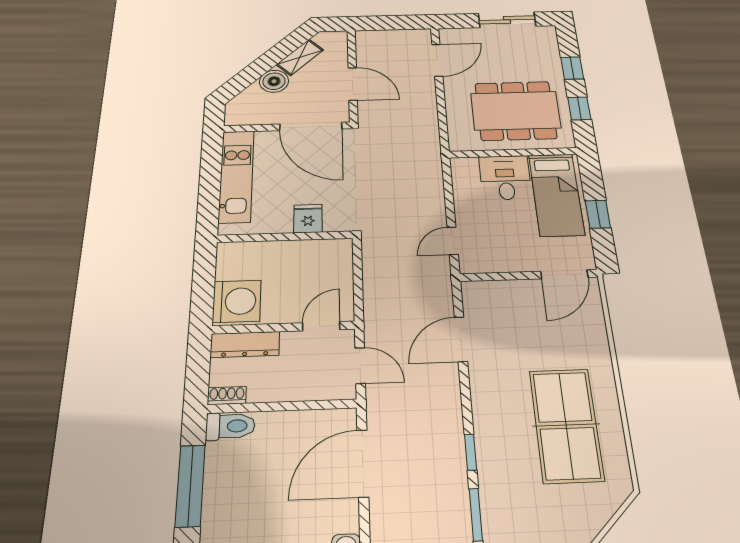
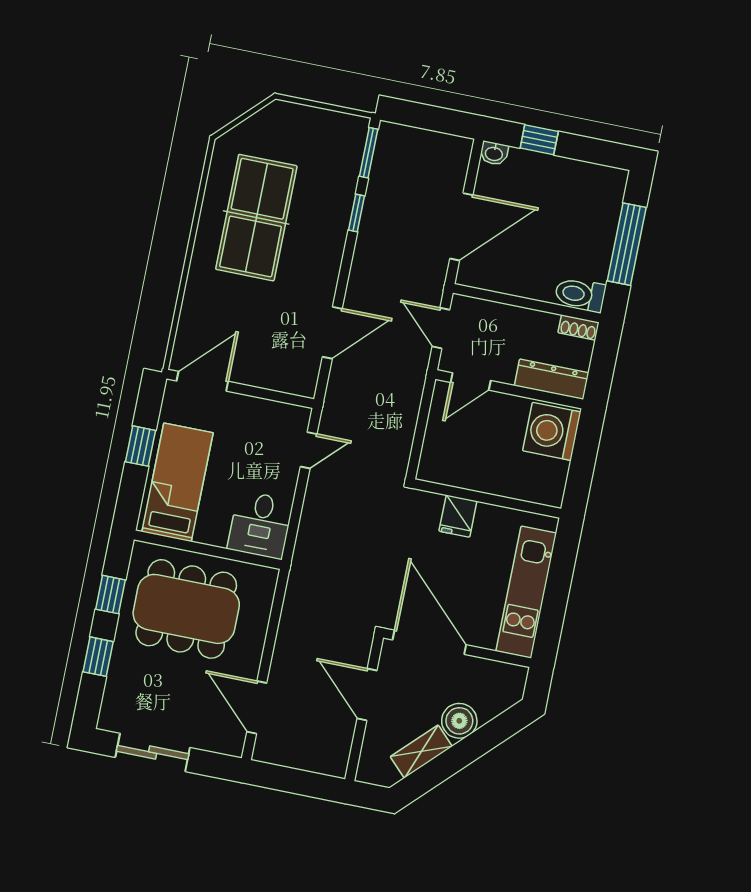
door: (437, 60) -> (257, 707), hinge flipped
desk: (505, 178) -> (260, 525), moved

